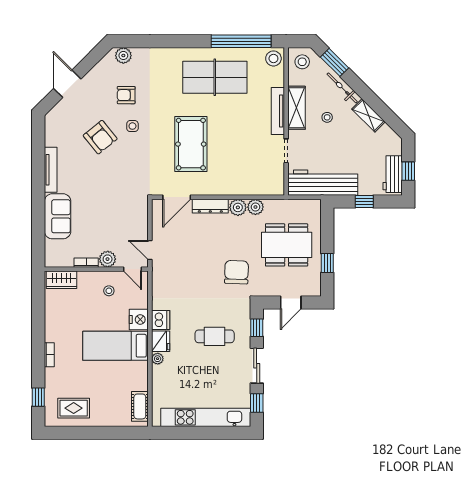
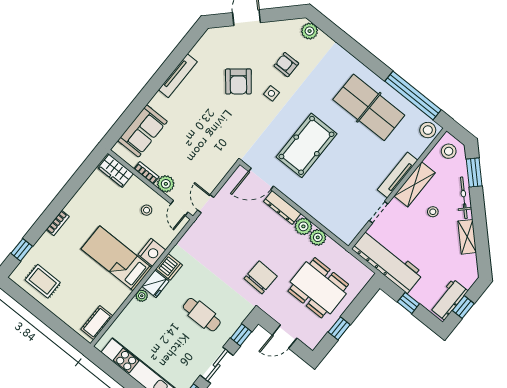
sofa: (58, 216) -> (143, 131), moved

